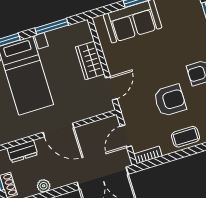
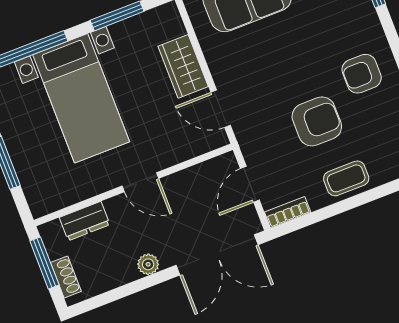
door: (111, 88) -> (221, 109), swing flipped
door: (59, 130) -> (140, 182), width x0.73
plant: (44, 186) -> (148, 264), moved

